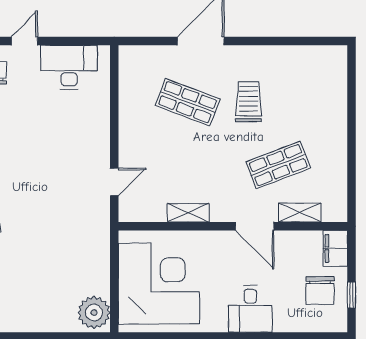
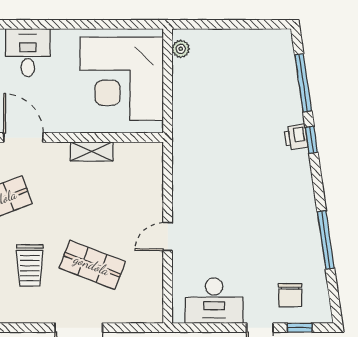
door: (114, 182) -> (168, 236), moved
plant: (94, 313) -> (181, 49), width x0.53, depth x0.53

